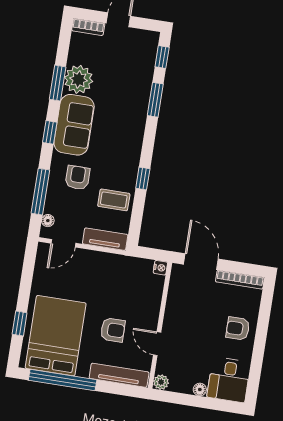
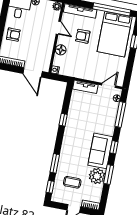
armchair: (78, 178) -> (99, 122), removed
coffee table: (114, 200) -> (72, 182), moved
floor lamp: (152, 304) -> (61, 50), added

